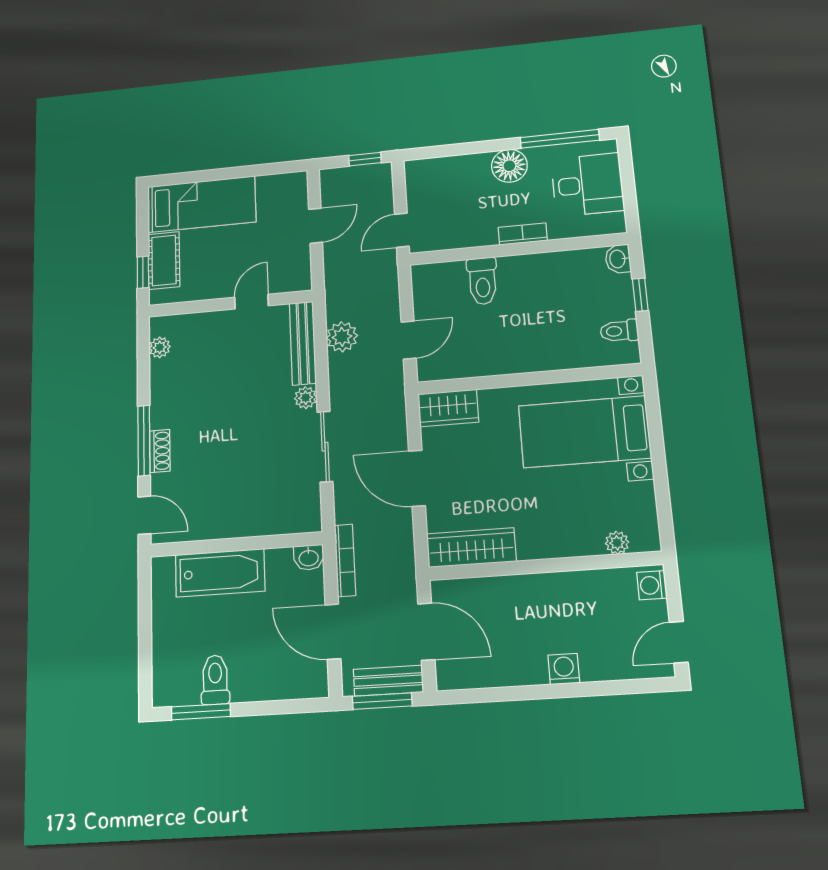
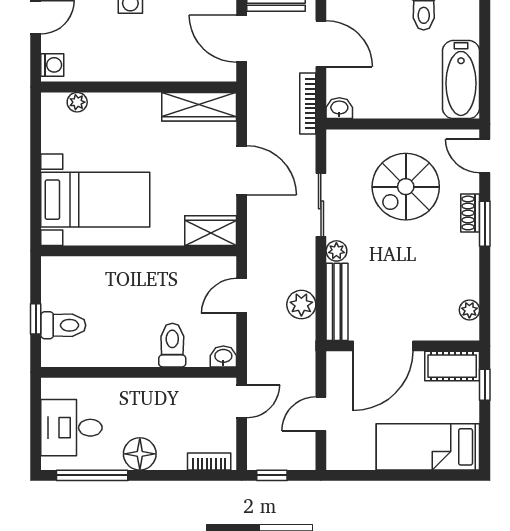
bookcase: (523, 234) -> (209, 462), moved, turned 180
washbasin: (618, 259) -> (223, 356), moved, turned -90
cot: (164, 260) -> (452, 366), moved, turned 90
door: (251, 302) -> (383, 346), width x1.87
toilet: (619, 331) -> (63, 325), moved, width x1.37, depth x1.39
window: (144, 441) -> (485, 224), width x0.69
spiral stairs: (231, 474) -> (406, 187), added
bathtub: (220, 573) -> (461, 80), moved, turned -90

